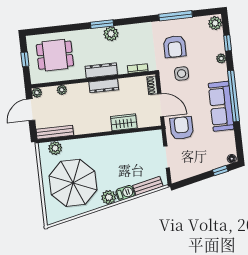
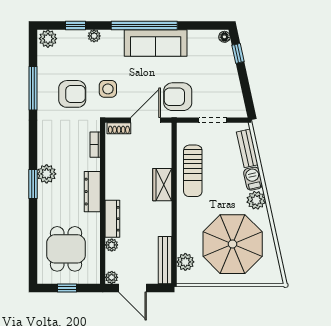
dresser: (104, 86) -> (112, 219), moved
wardrobe: (124, 122) -> (162, 185), moved
sun lounger: (126, 146) -> (193, 171), added

